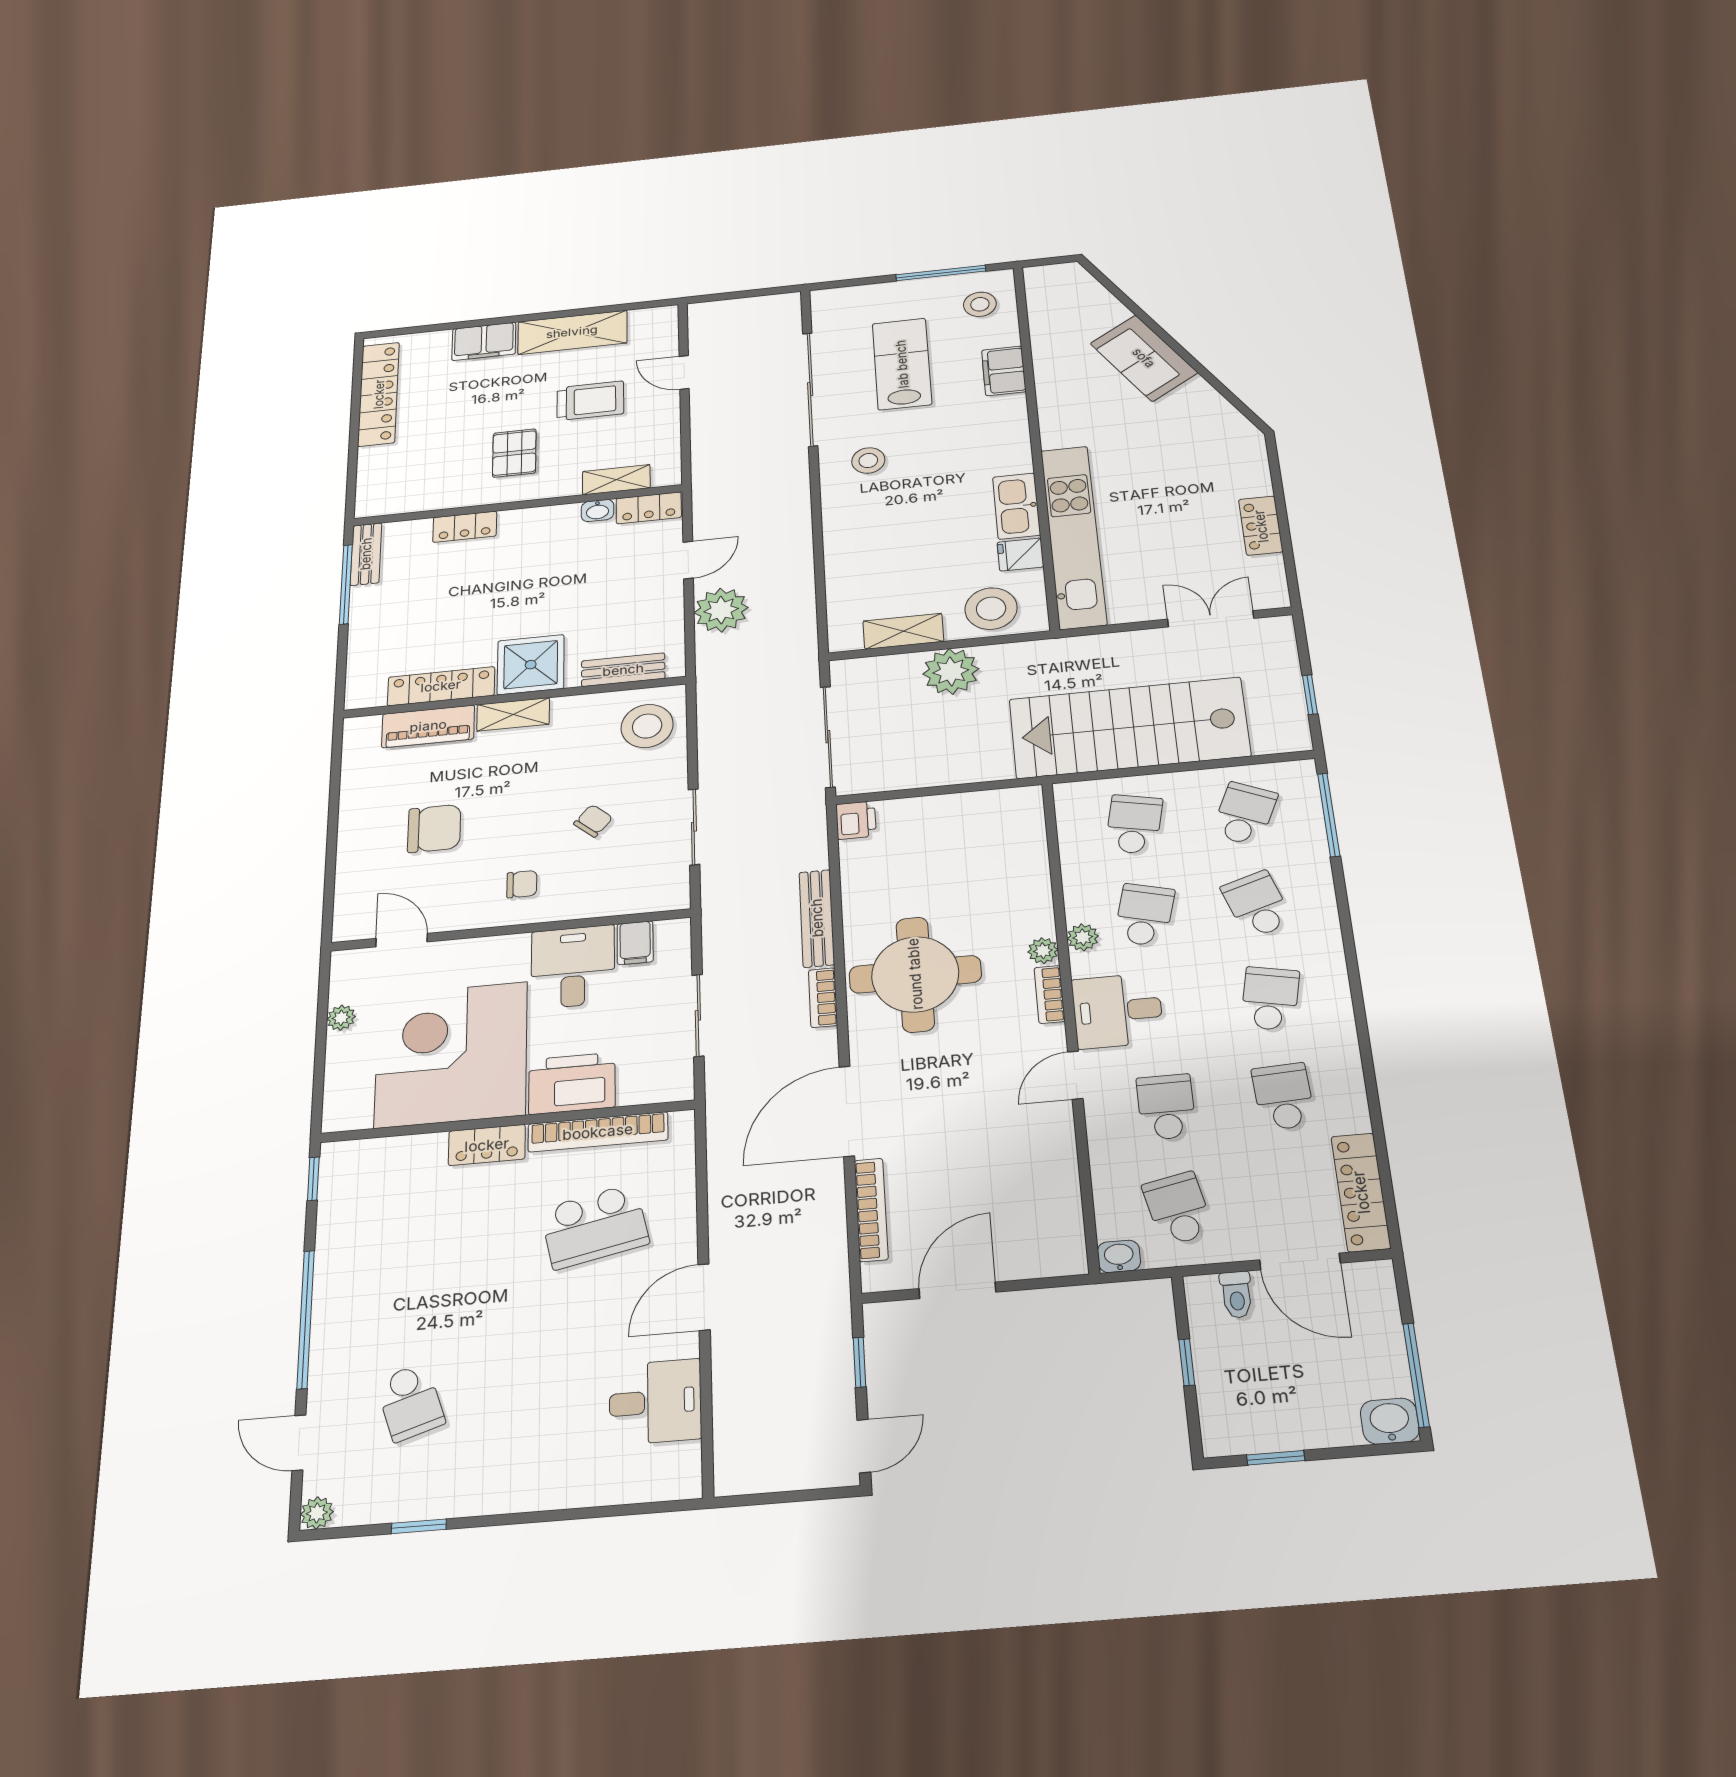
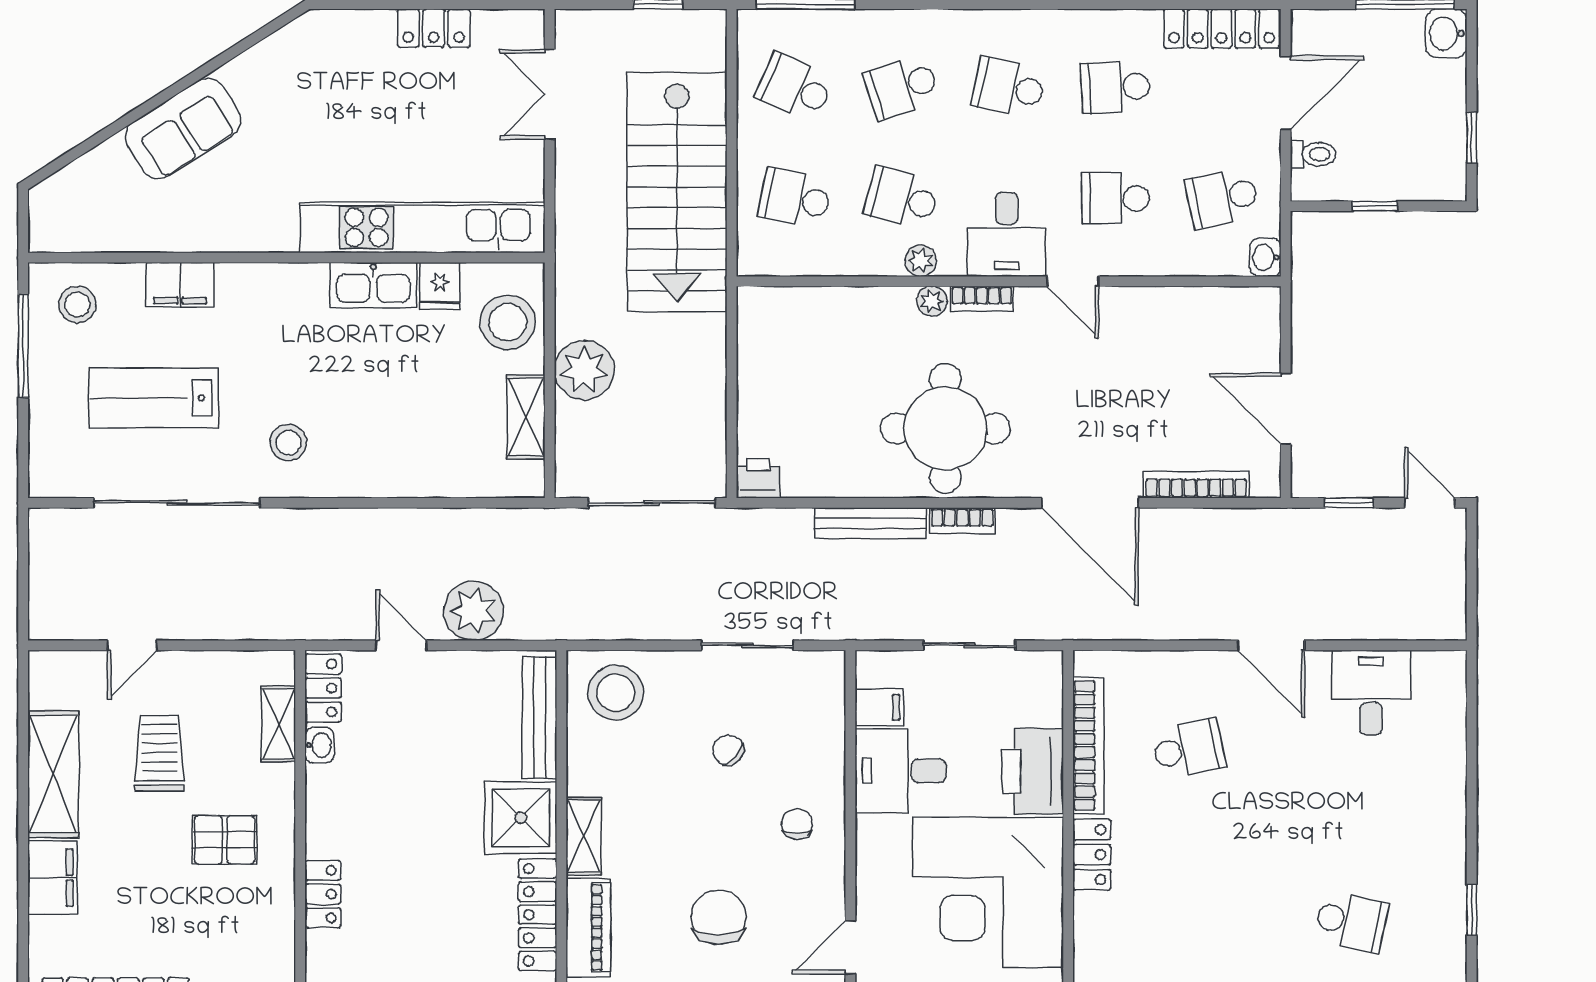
bench: (623, 670) -> (540, 718), width x1.36
school desk: (595, 1226) -> (1189, 749), width x0.54
school desk: (410, 1402) -> (1351, 922), turned 30

